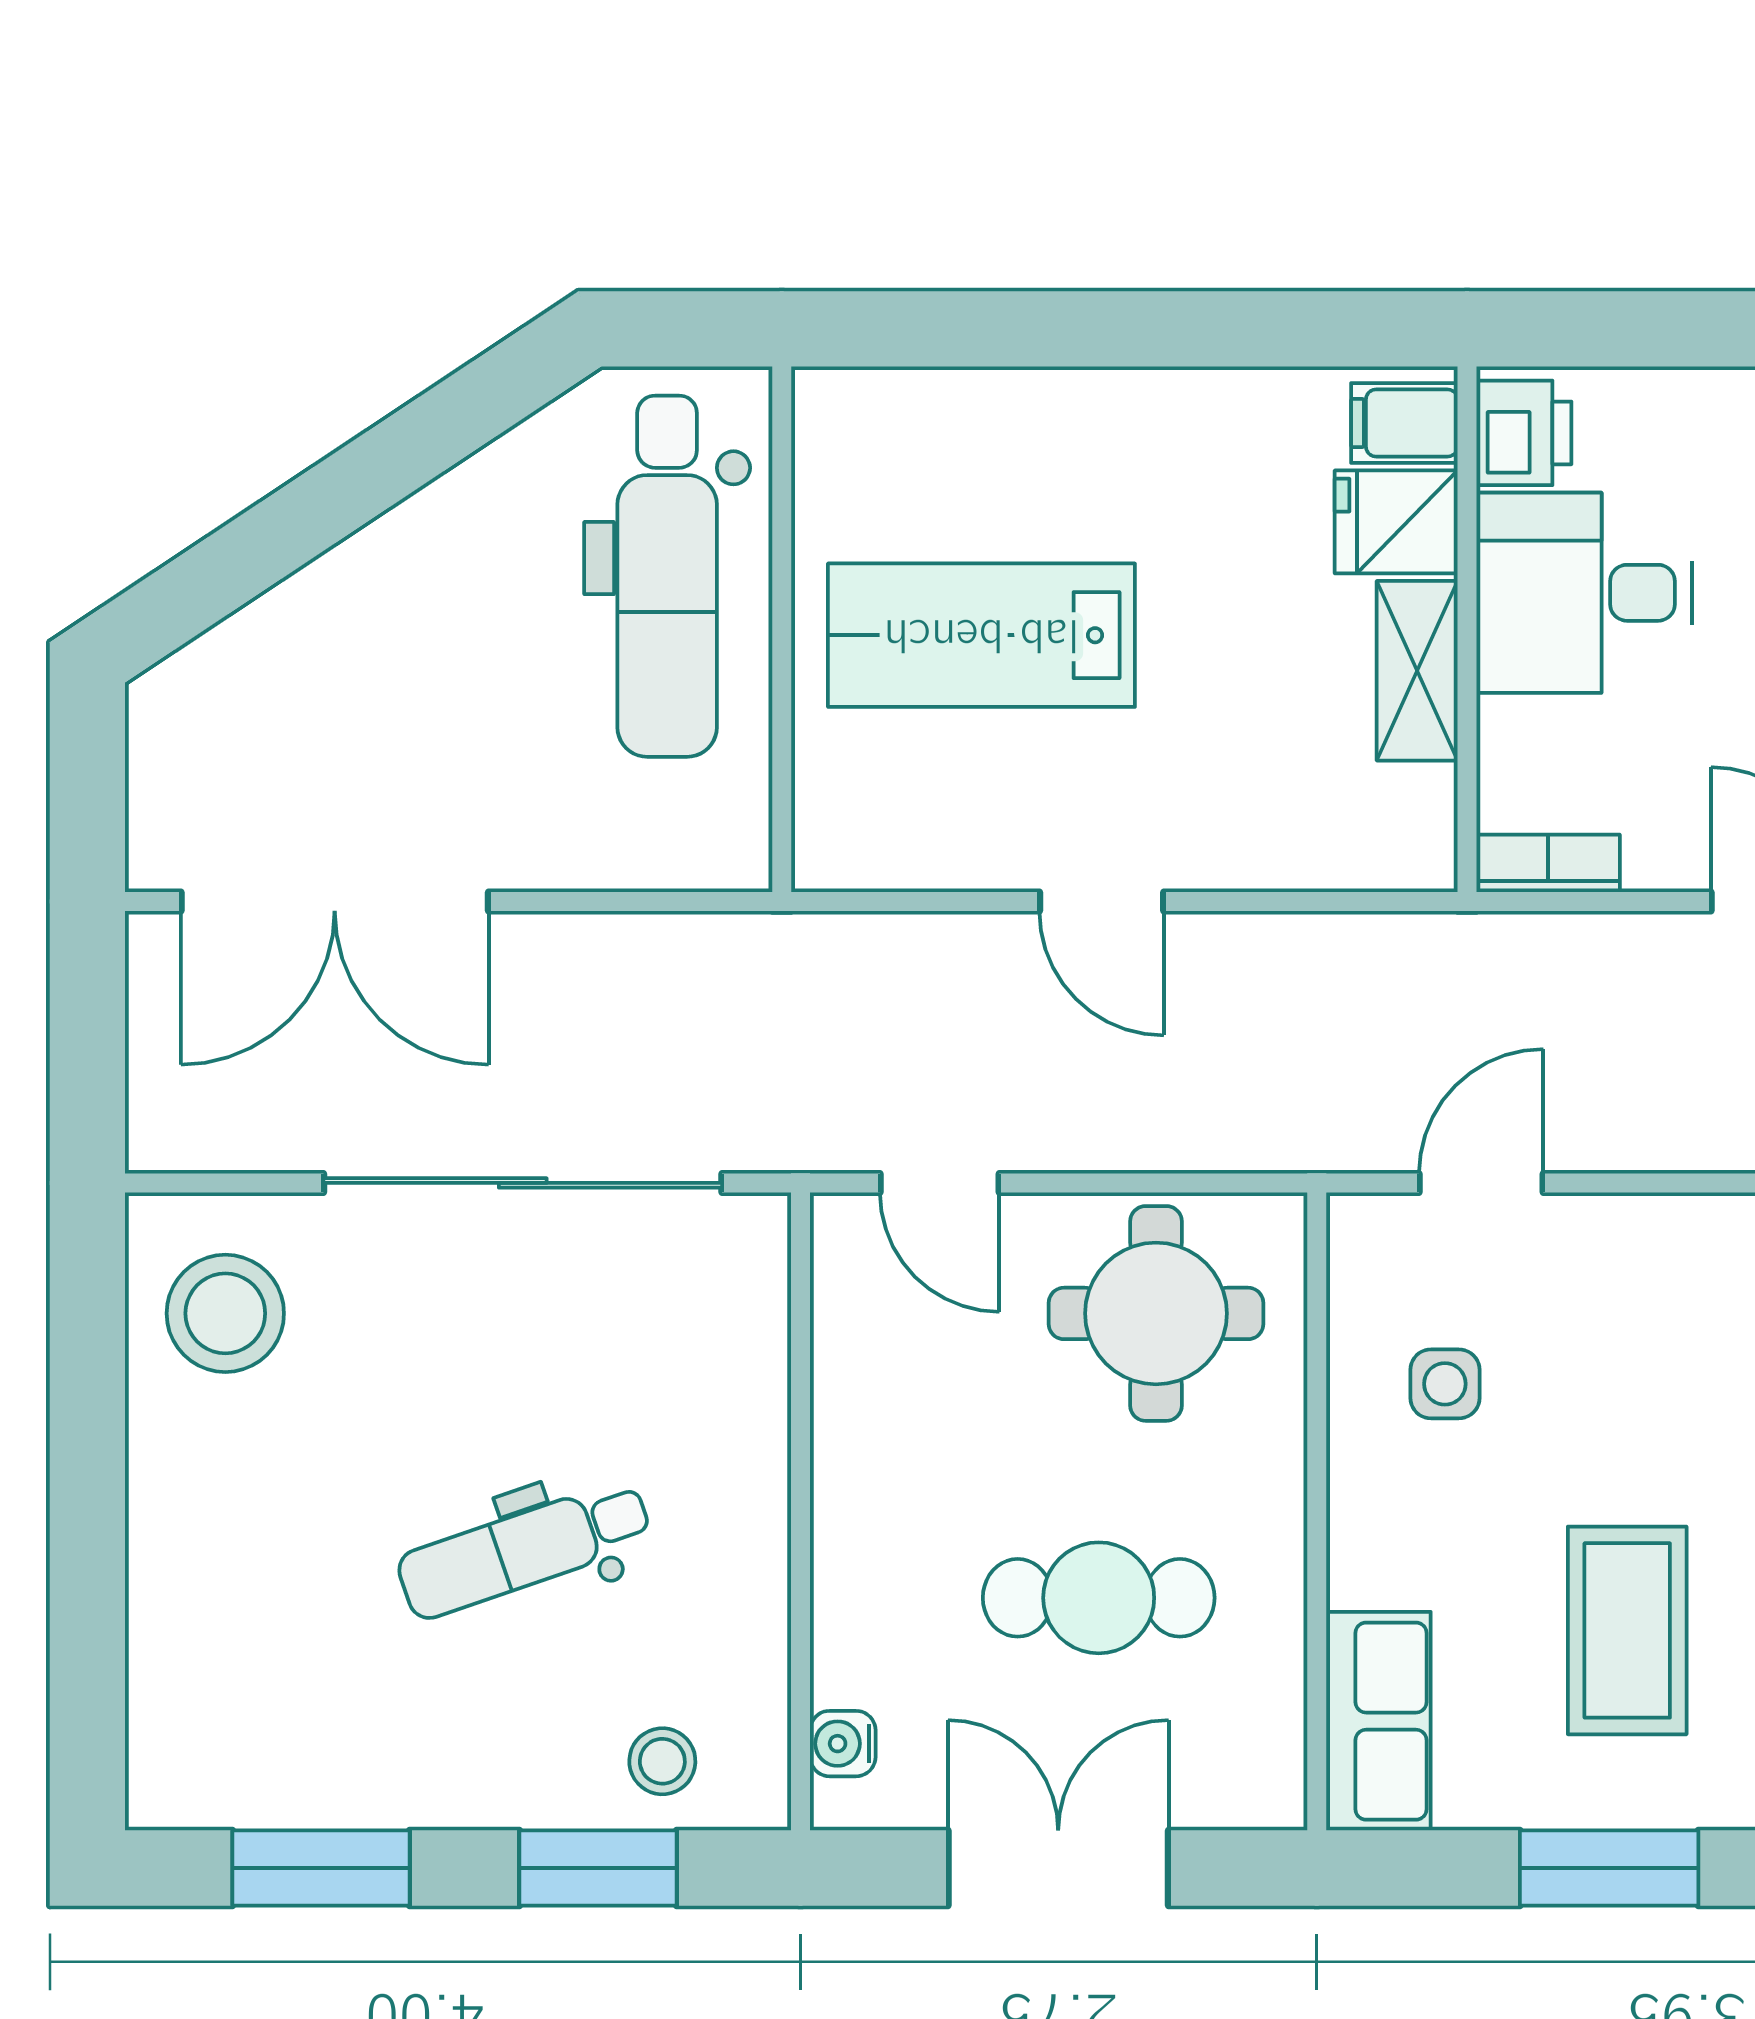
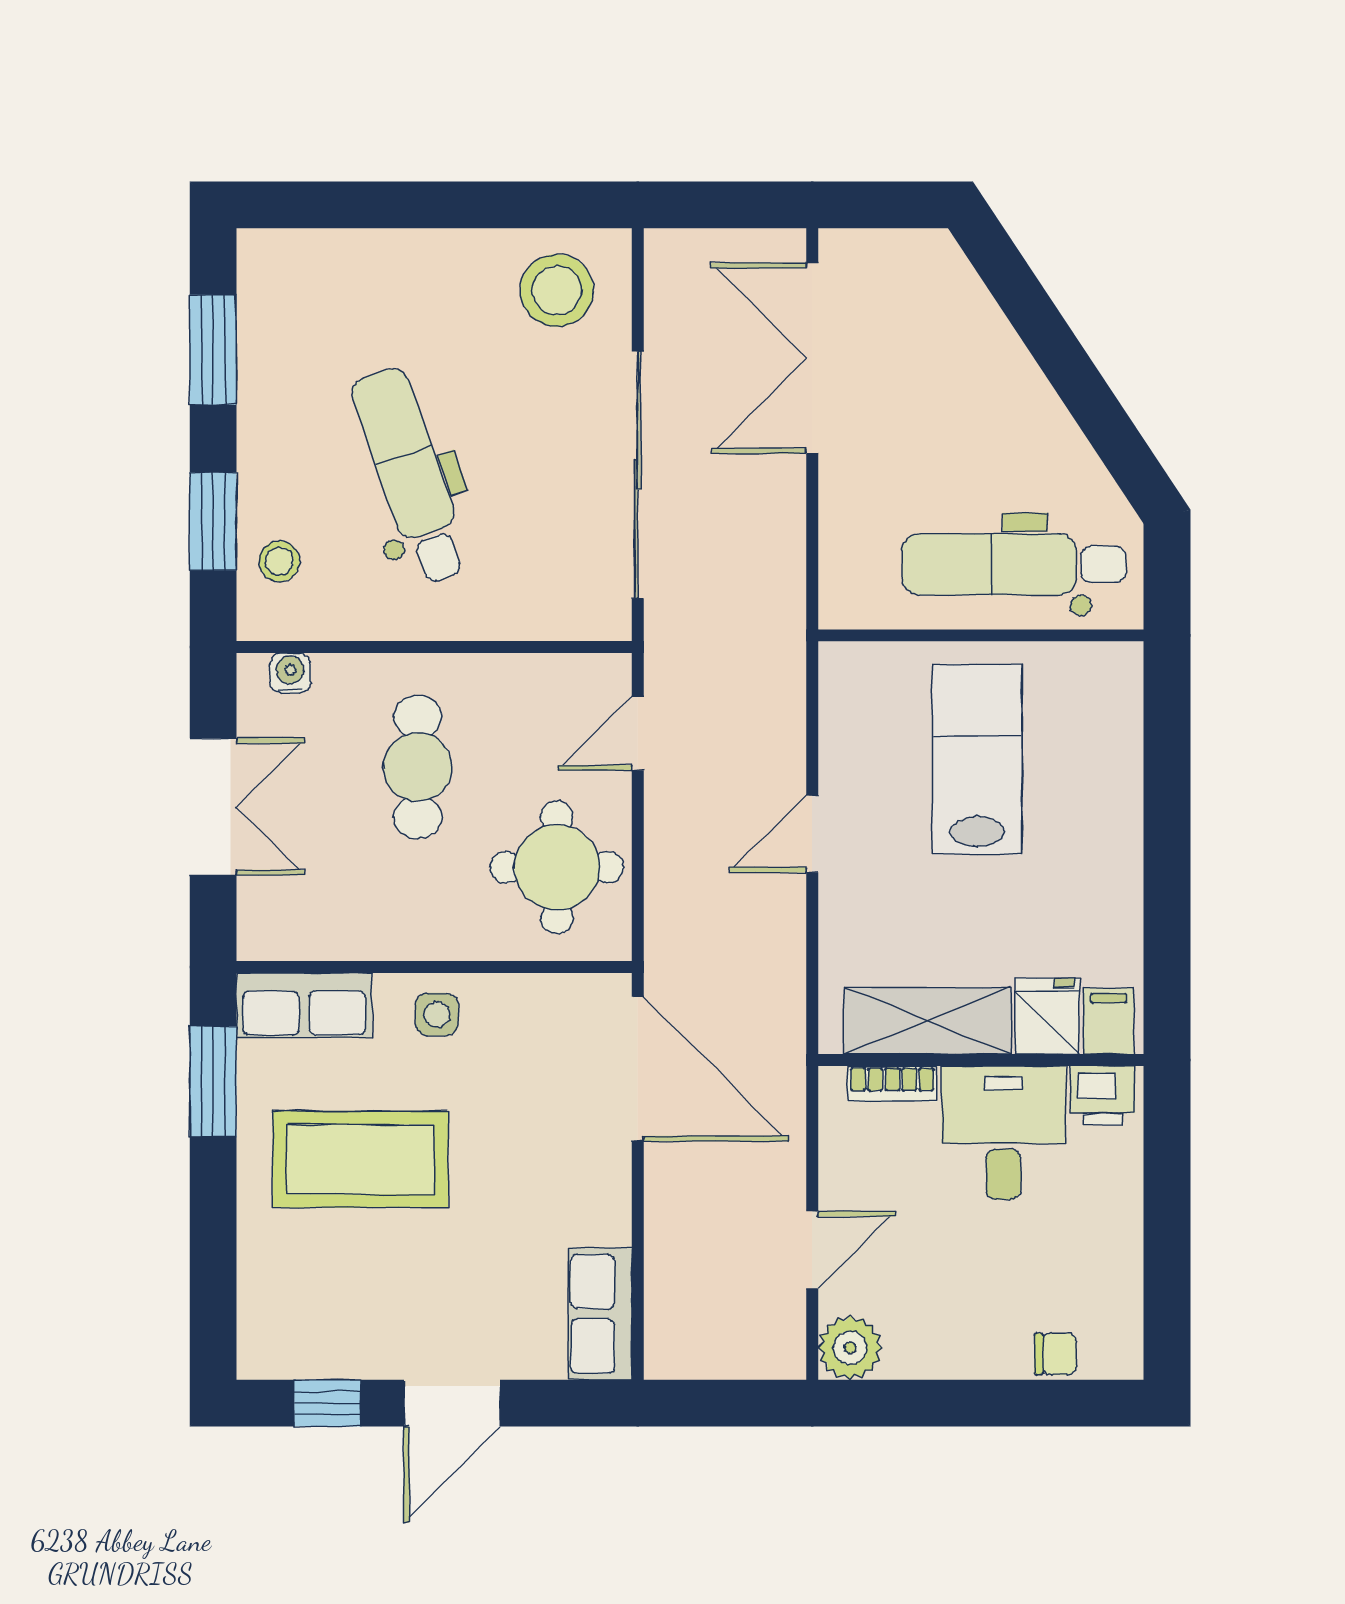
shelving: (1417, 671) -> (927, 1021), width x1.50, depth x1.33
bookcase: (1548, 863) -> (892, 1084), moved, turned 90
door: (1481, 1183) -> (638, 1069), width x1.87
side table: (1445, 1384) -> (437, 1014), moved
dental chair: (524, 1549) -> (411, 476), width x1.36, depth x1.38
cafe table: (1099, 1598) -> (418, 767), moved
coffee table: (1627, 1630) -> (360, 1159), width x1.36, depth x1.32
window: (1609, 1868) -> (213, 1081), moved

